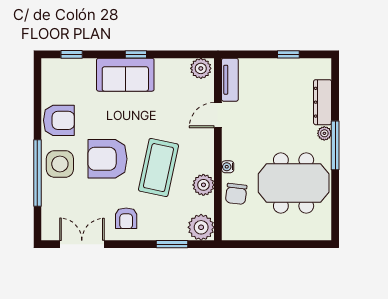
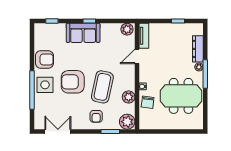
armchair: (126, 218) -> (96, 116), moved

